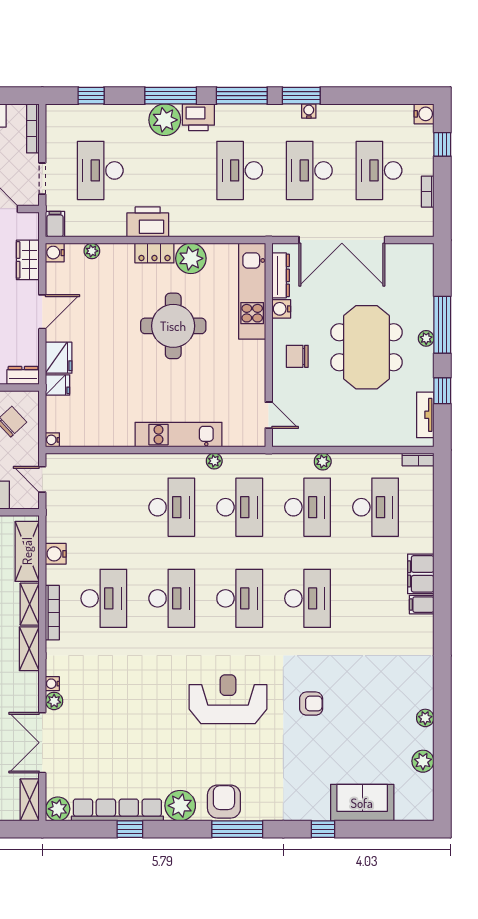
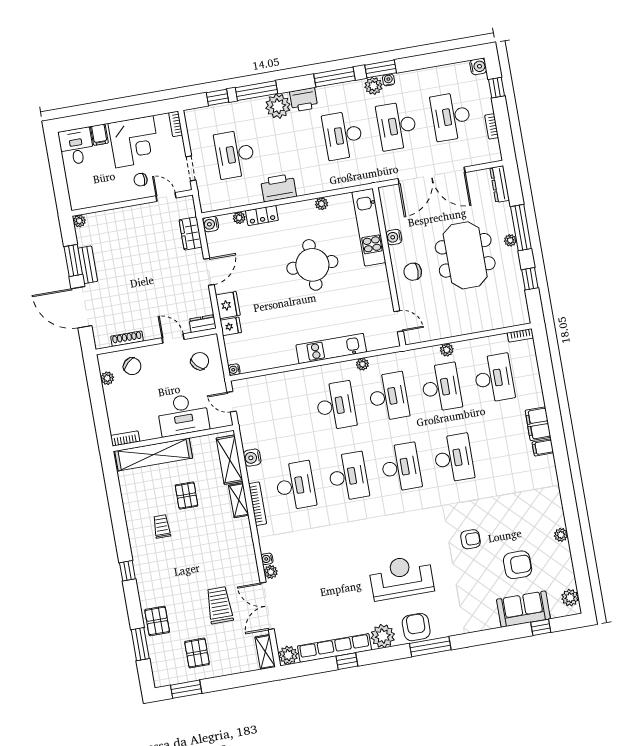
window: (171, 96) -> (256, 91), moved
plant: (289, 115) -> (373, 86), added
bookcase: (33, 128) -> (176, 124), width x0.64
filing cabinet: (55, 224) -> (207, 202), removed
locker: (154, 253) -> (262, 215), moved
plant: (191, 258) -> (322, 204), width x0.53, depth x0.53
dresser: (281, 275) -> (500, 184), moved, turned 180
tv unit: (425, 415) -> (520, 300), removed
shelving: (29, 649) -> (244, 535), removed
reception desk: (228, 699) -> (401, 577), moved
armchair: (364, 746) -> (518, 565), added
plant: (423, 761) -> (570, 598), moved
window: (323, 829) -> (541, 627), moved

